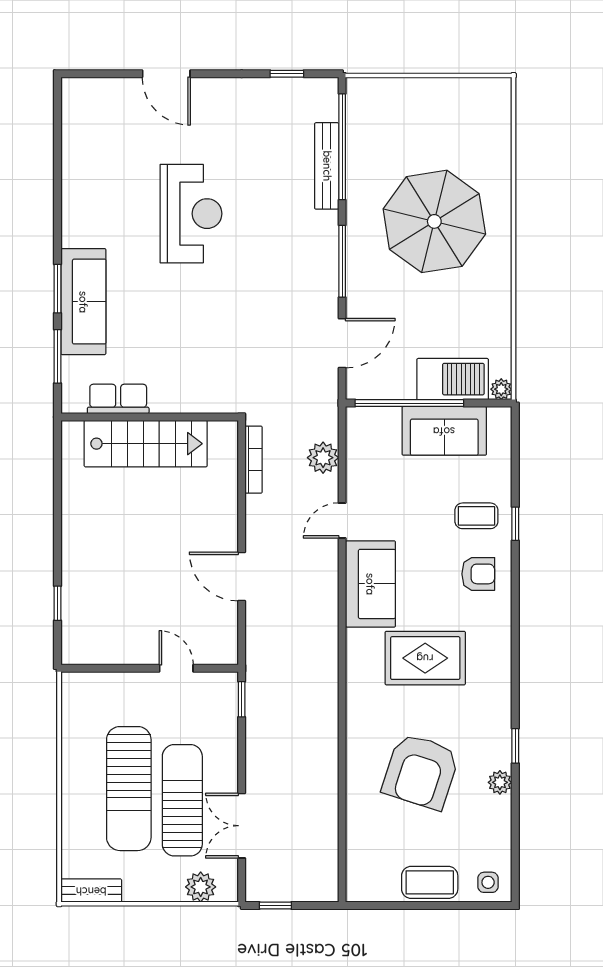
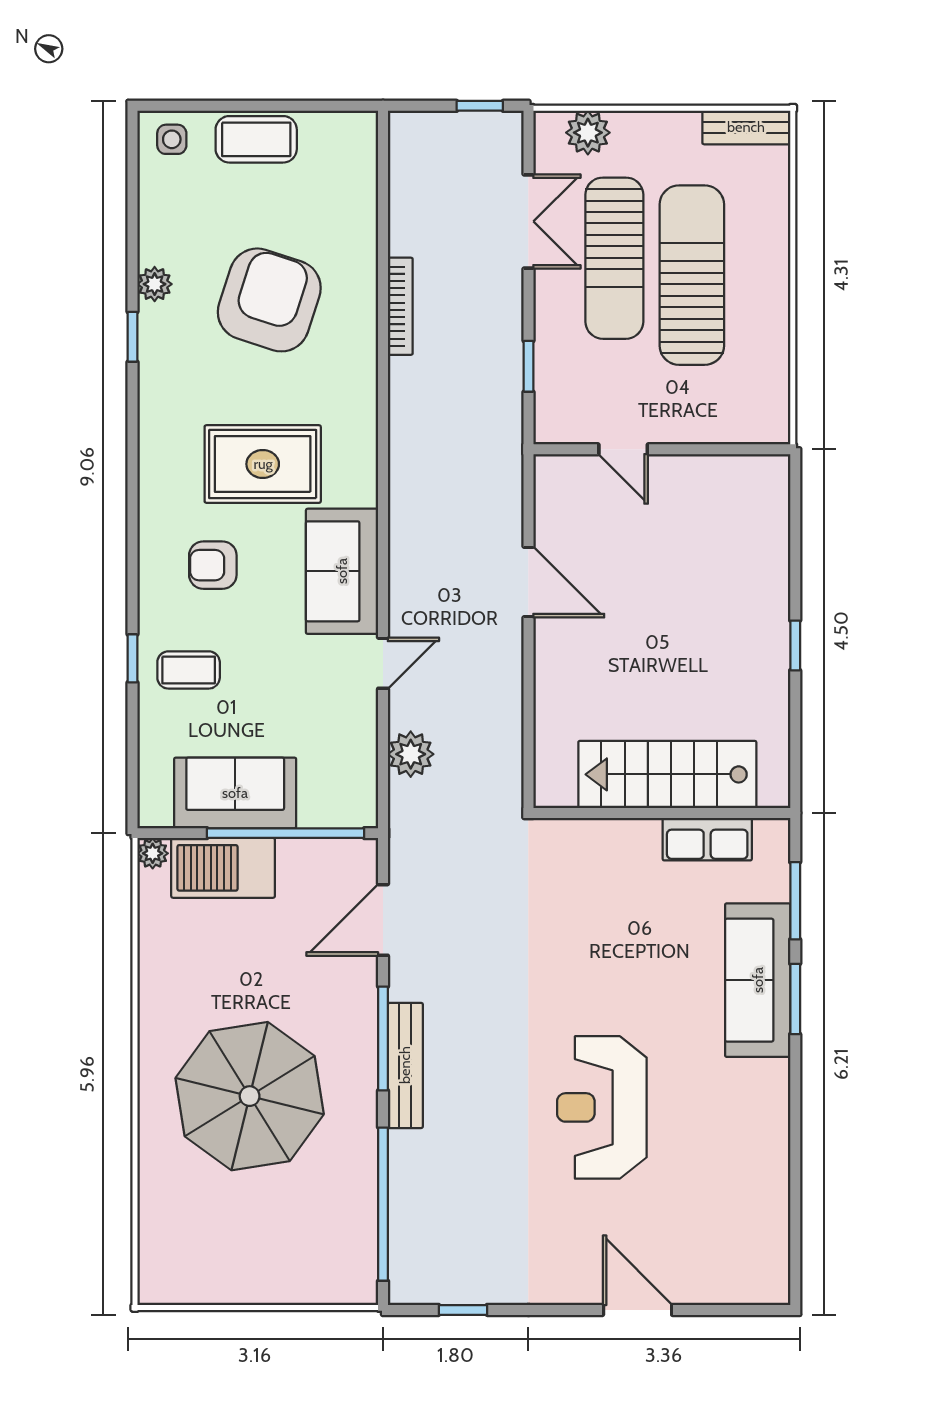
bench: (327, 166) -> (405, 1065), moved
bookcase: (254, 460) -> (400, 306), moved, turned 180
armchair: (478, 574) -> (213, 565), moved
window: (57, 603) -> (795, 645), moved
window: (242, 699) -> (528, 366), moved

